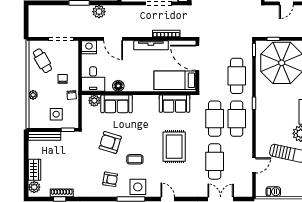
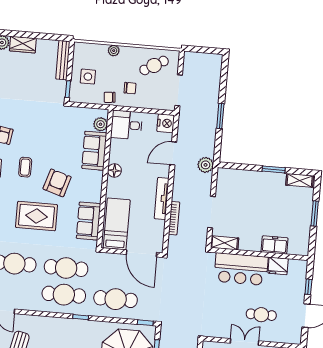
plant: (99, 12) -> (206, 165), moved
door: (197, 58) -> (142, 253), swing flipped
floor lamp: (118, 86) -> (114, 170), moved
armchair: (110, 142) -> (57, 183), moved

